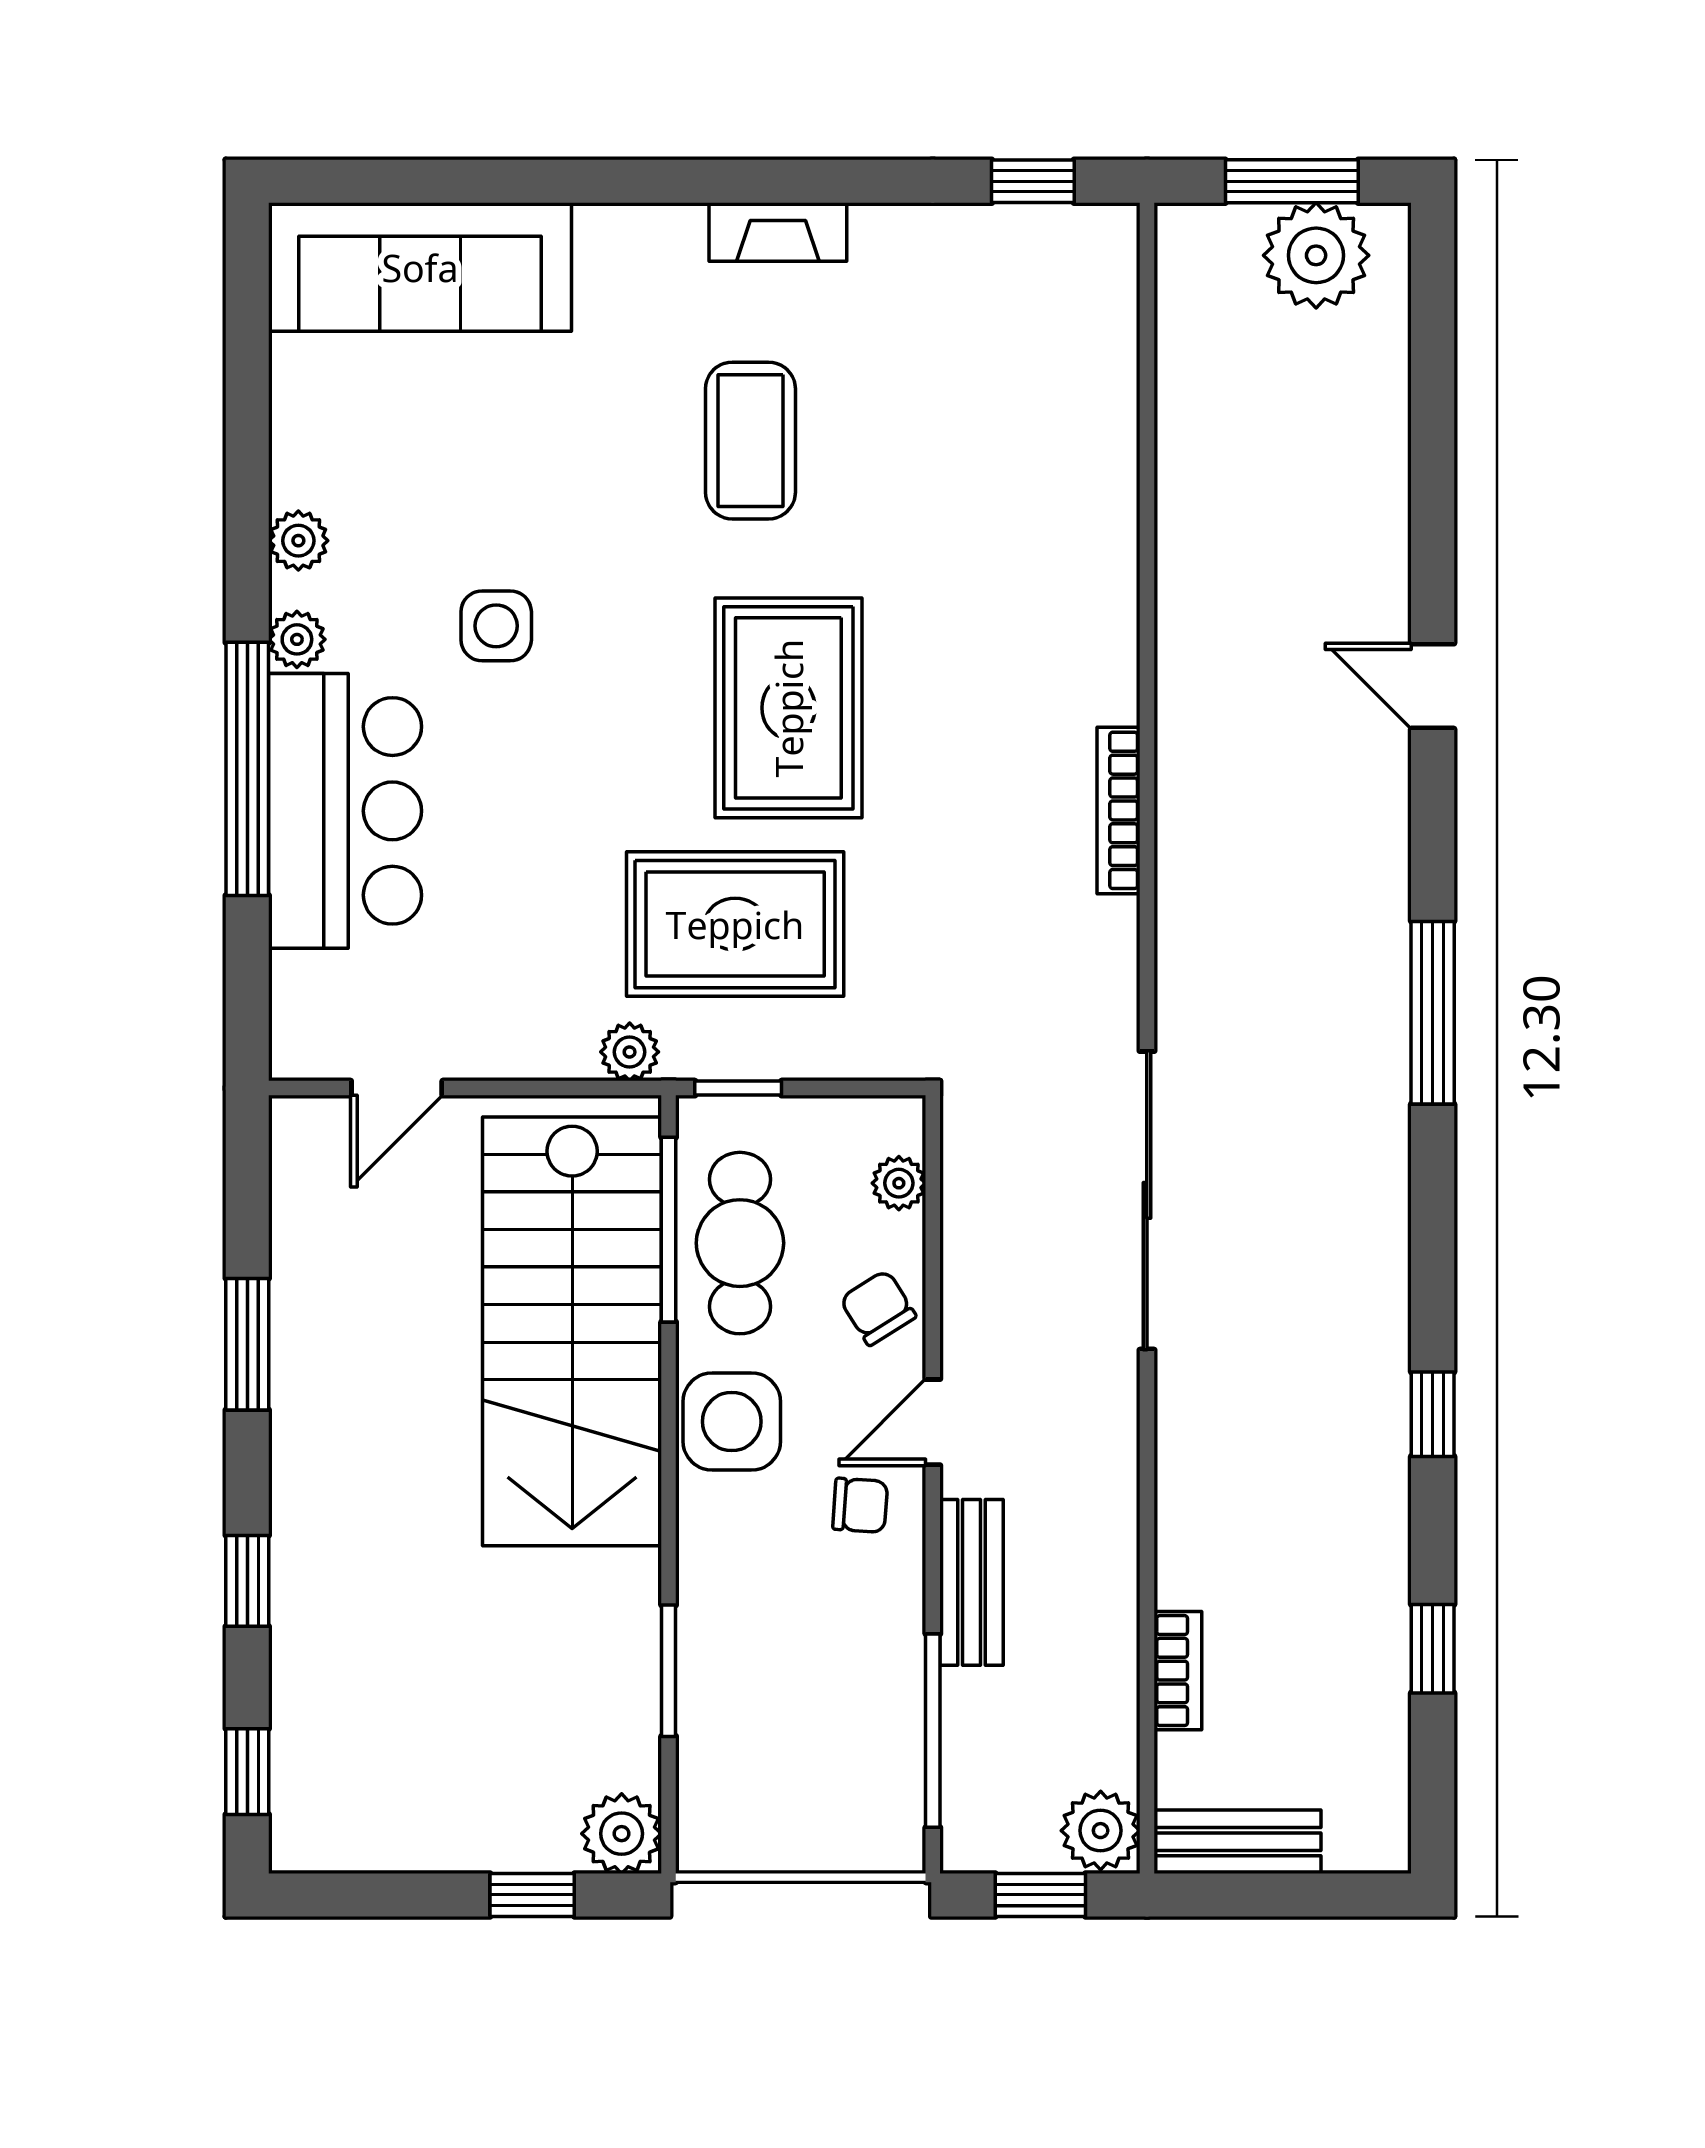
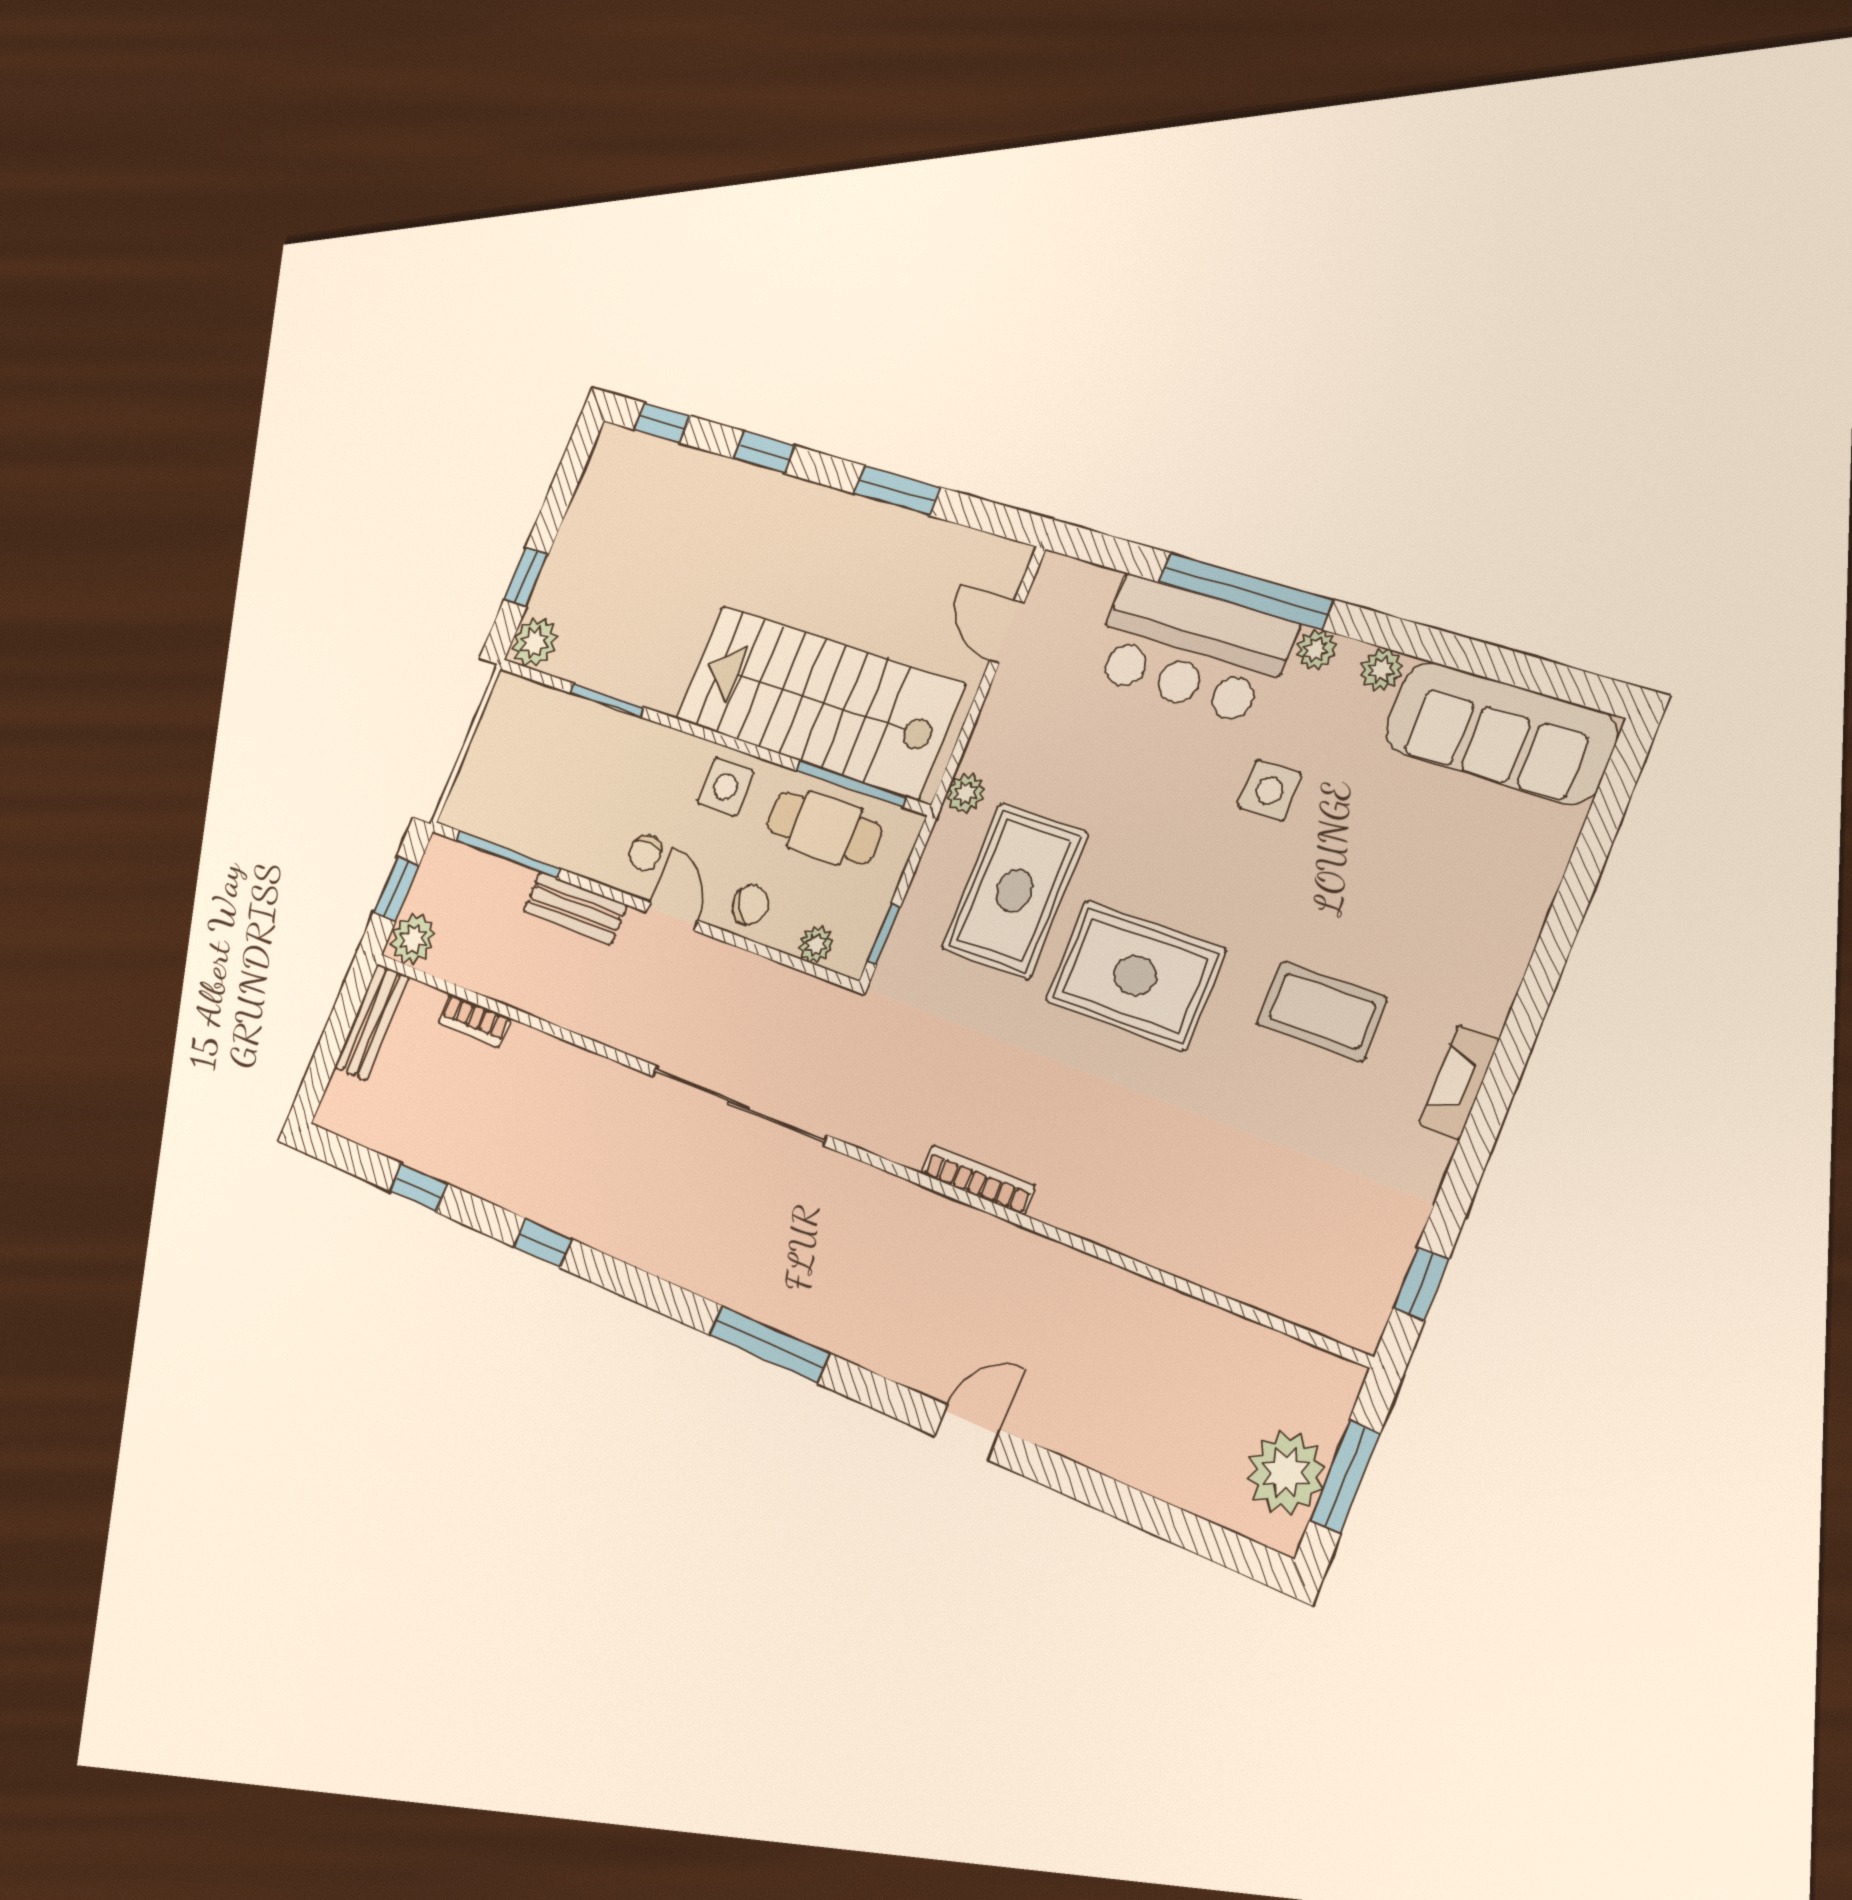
sofa: (420, 267) -> (1500, 732), moved, turned -90
window: (738, 1088) -> (884, 934), moved
side table: (732, 1422) -> (726, 787), width x0.73, depth x0.73

